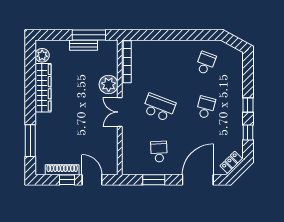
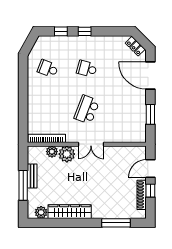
window: (89, 35) -> (23, 185), moved
plant: (111, 68) -> (52, 152), added
window: (248, 133) -> (61, 31), moved
school desk: (159, 152) -> (126, 110), removed

